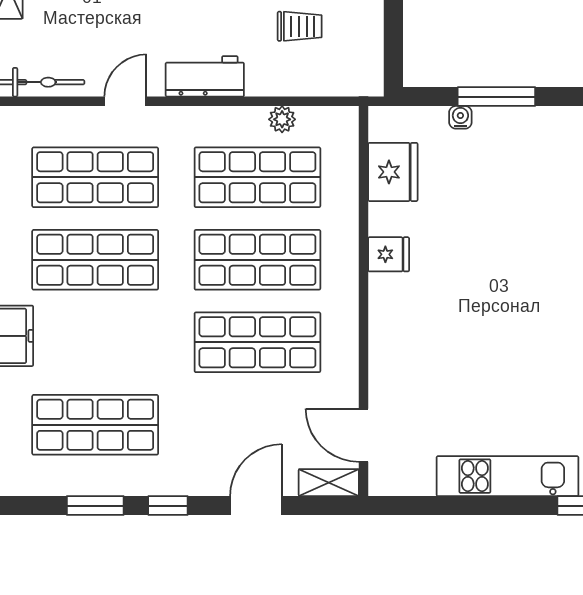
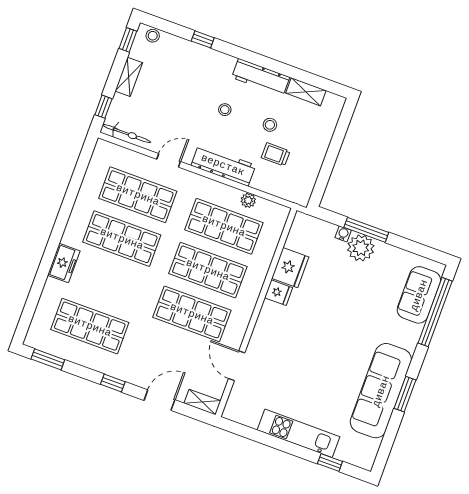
trolley: (300, 26) -> (276, 154), turned 180
workbench: (205, 76) -> (223, 165), width x1.37
plant: (498, 130) -> (361, 248), added
fridge: (393, 172) -> (290, 268), moved
door: (363, 435) -> (237, 366), moved
window: (95, 506) -> (48, 359), moved

